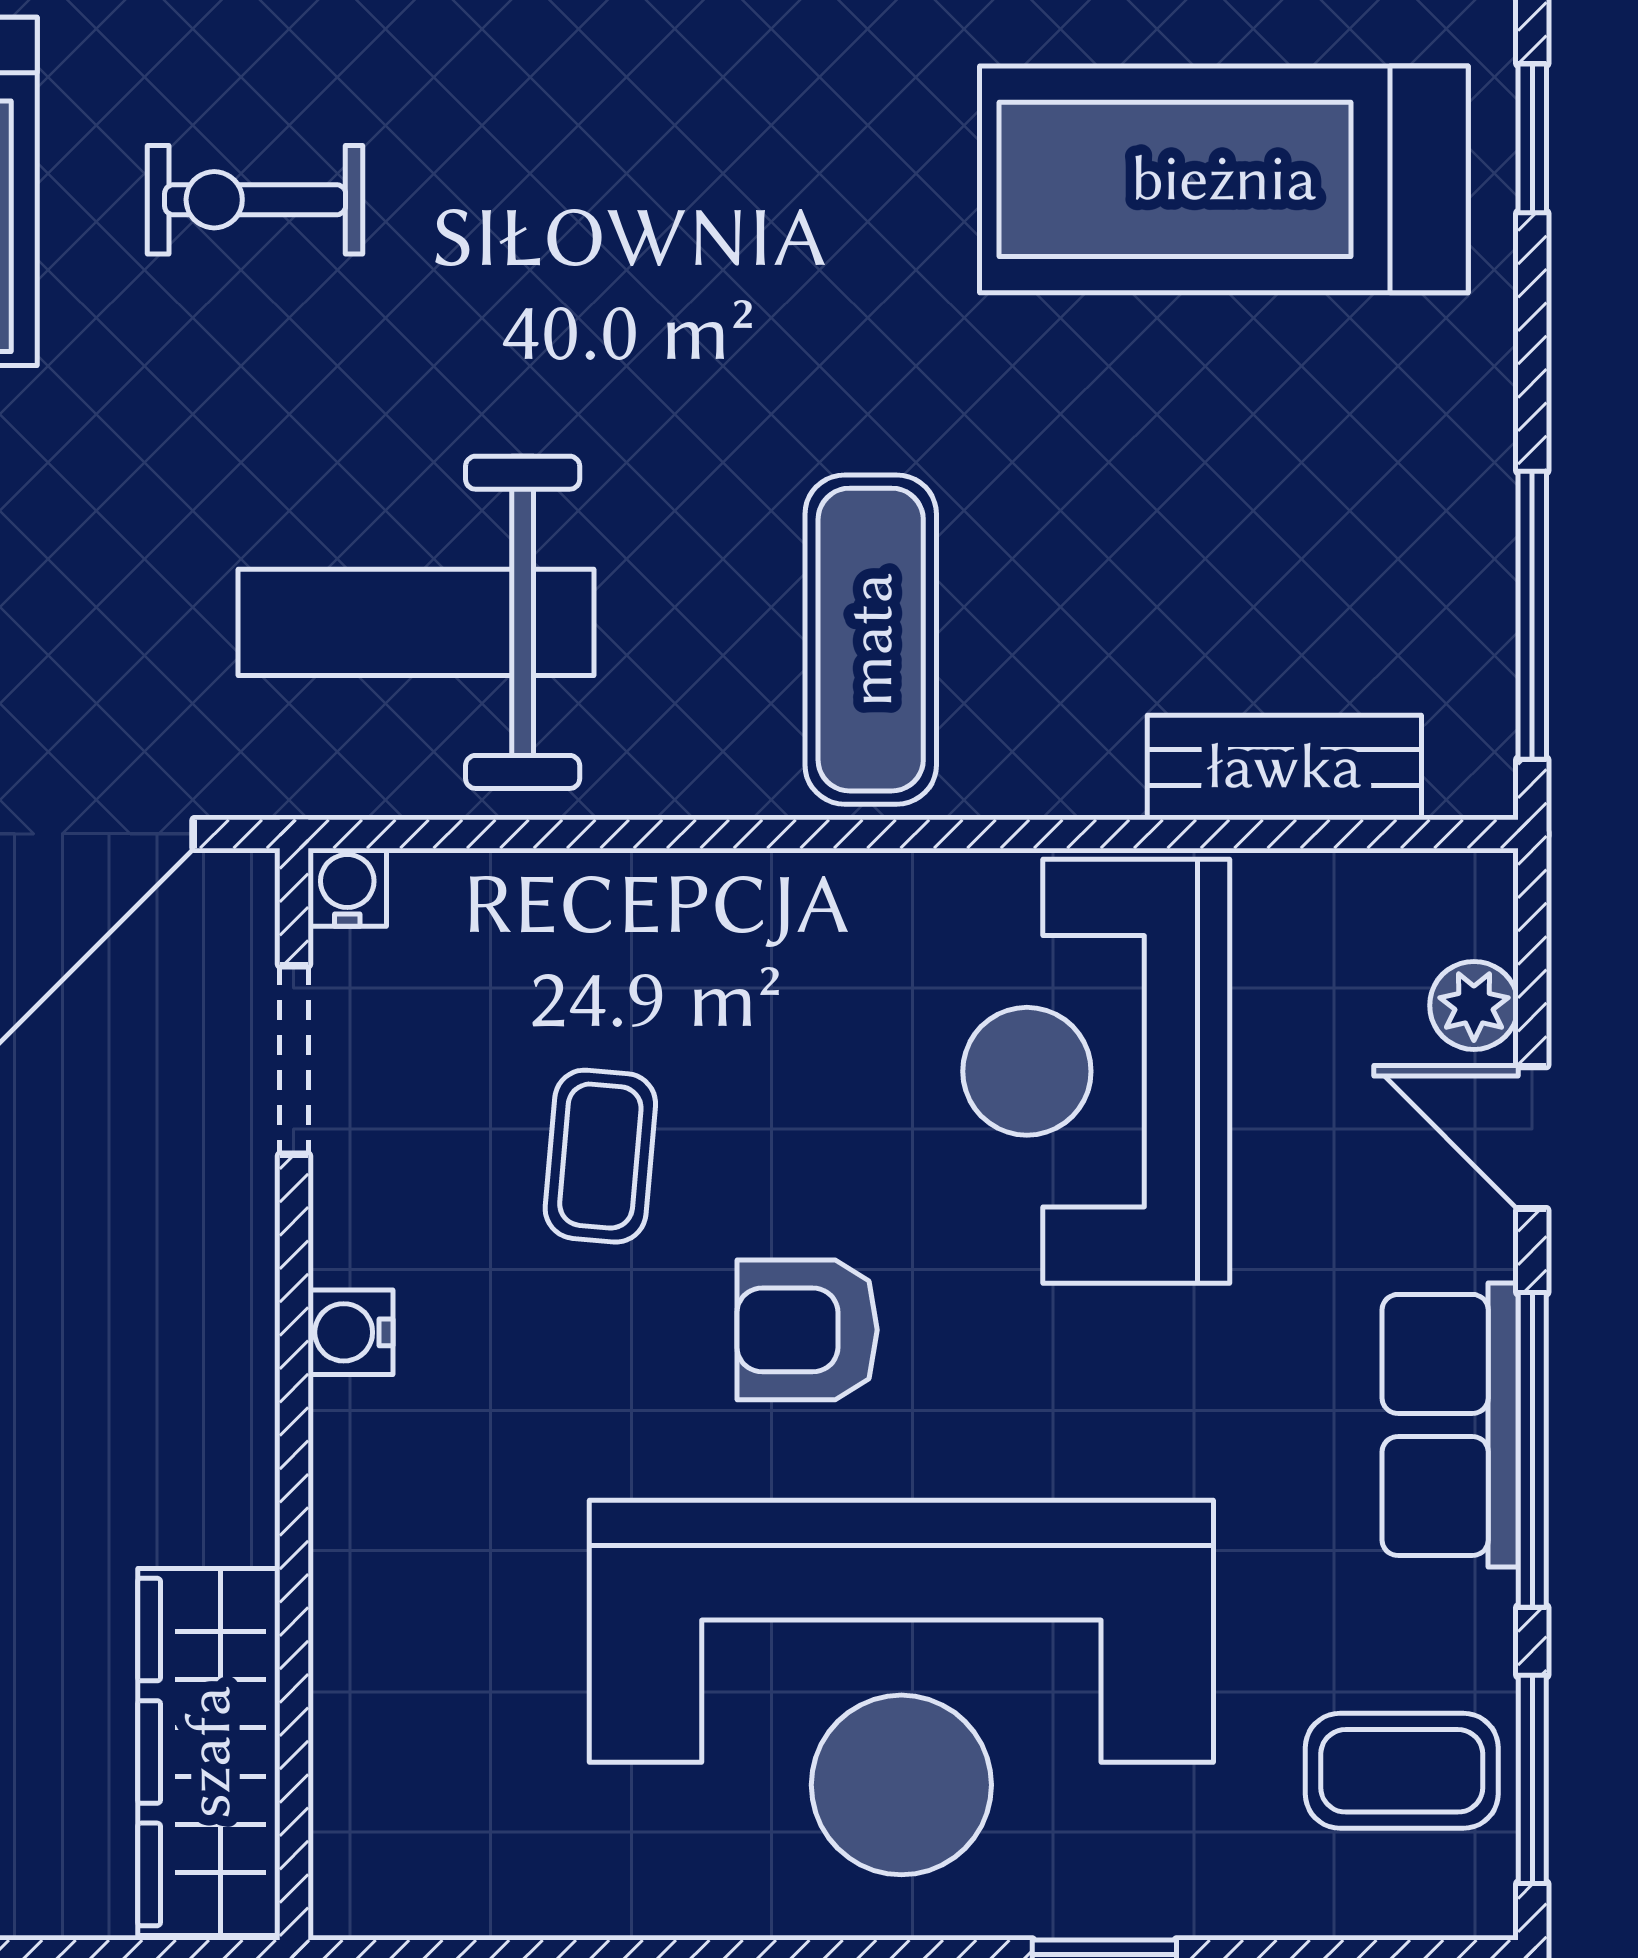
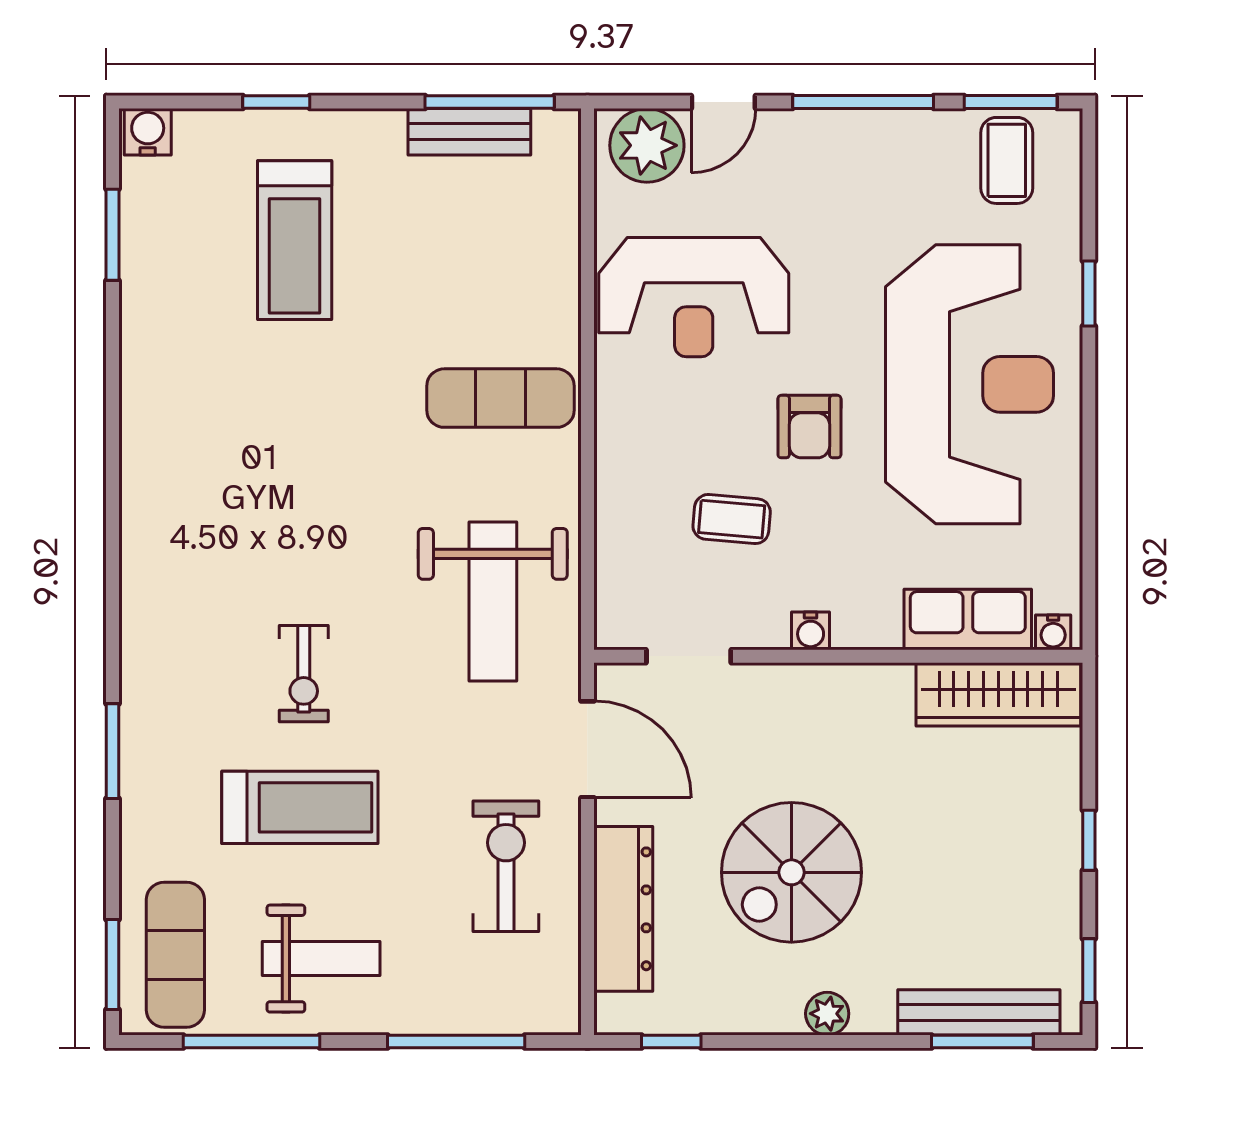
treadmill: (1224, 179) -> (295, 240), width x0.73, depth x0.73
bench: (1284, 767) -> (469, 132), moved, turned 90
water cooler: (347, 887) -> (1053, 632), moved, turned -90
plant: (1474, 1005) -> (647, 145), width x1.88, depth x1.88
row of seats: (1450, 1425) -> (968, 619), moved, turned 180

